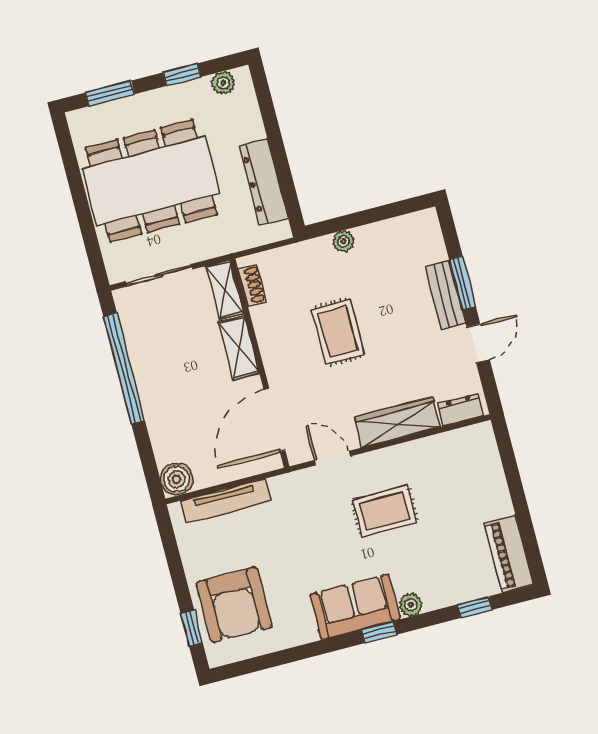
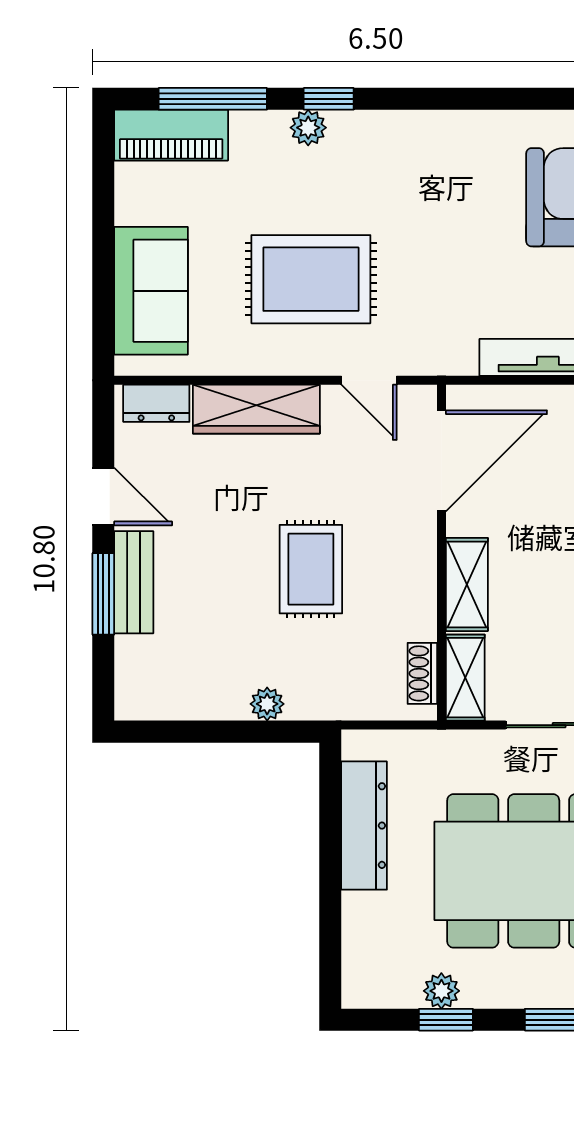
plant: (223, 83) -> (441, 991), moved
door: (478, 343) -> (103, 496), swing flipped
rug: (385, 511) -> (311, 279), width x1.36, depth x1.43
piano: (509, 553) -> (171, 135), moved, turned 90
sofa: (355, 607) -> (151, 291), moved, turned -90
window: (475, 607) -> (213, 99), width x2.17
window: (379, 632) -> (329, 99), moved

